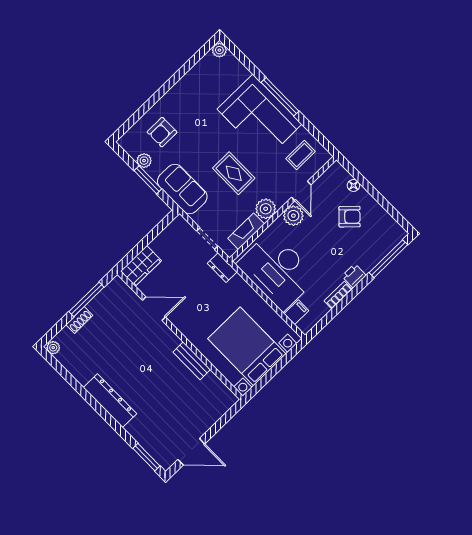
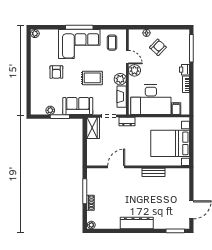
armchair: (162, 132) -> (56, 72), moved
wardrobe: (141, 266) -> (93, 128), moved

